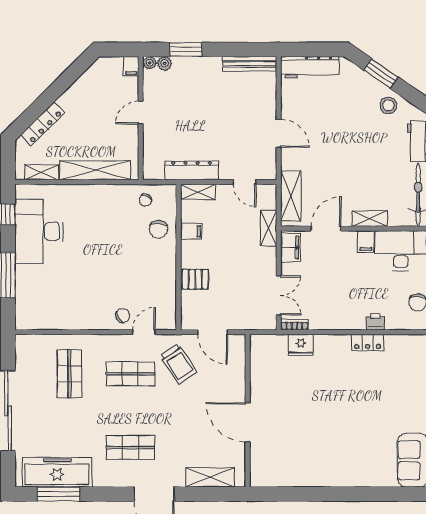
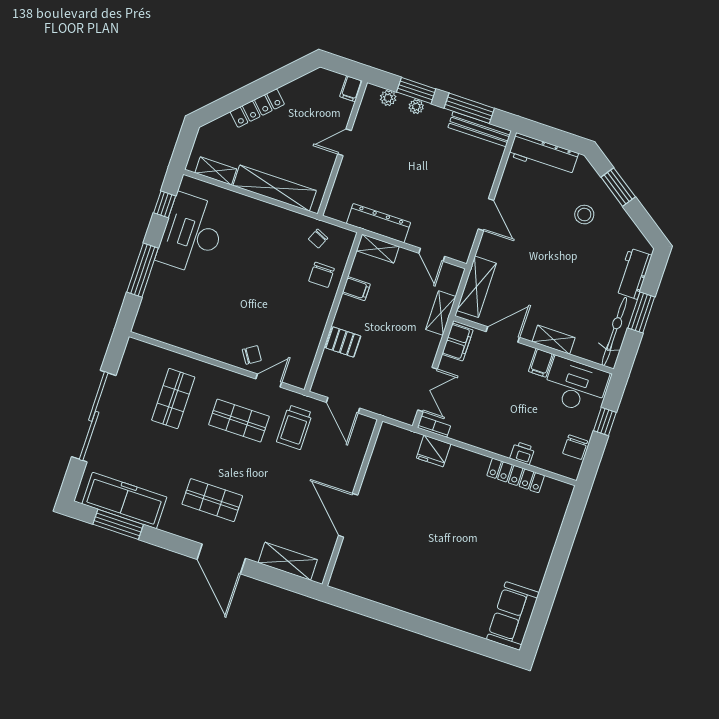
window: (235, 49) -> (469, 108), added
plant: (150, 63) -> (416, 107), moved
stool: (388, 105) -> (584, 215), moved
locker: (43, 124) -> (257, 108), moved
locker: (367, 342) -> (516, 475), width x1.53
trolley: (178, 364) -> (295, 427), turned 33

